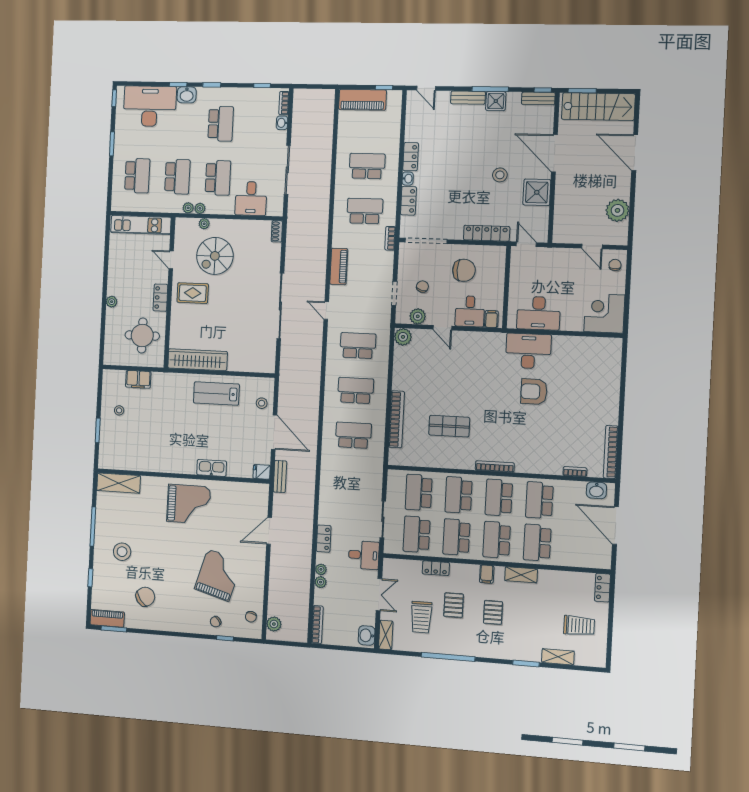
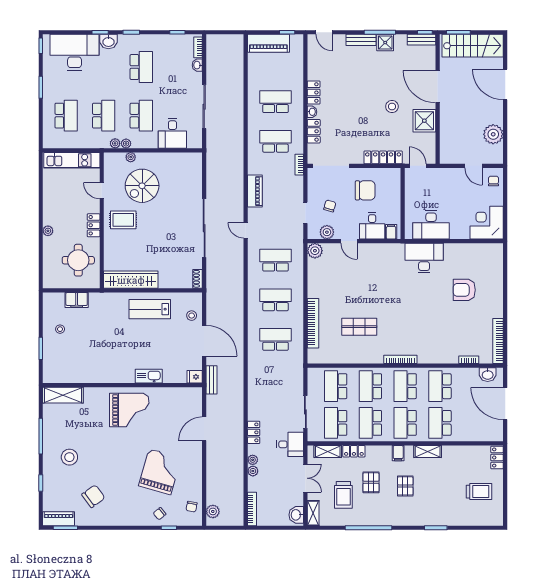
shoe rack: (277, 231) -> (198, 279), moved
armchair: (534, 392) -> (464, 290), moved
shelving: (558, 657) -> (328, 451), moved

